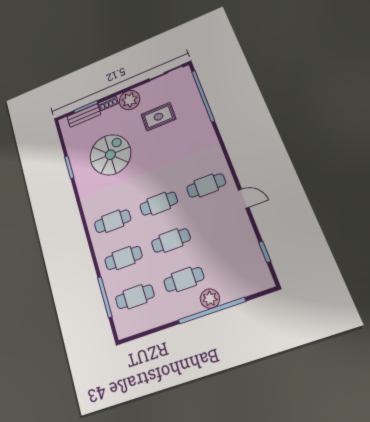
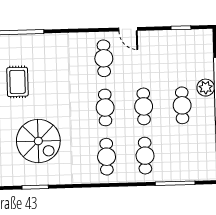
spiral stairs: (110, 155) -> (38, 141), turned 180
door: (244, 199) -> (128, 29), swing flipped
cafe table: (135, 297) -> (184, 155), removed

